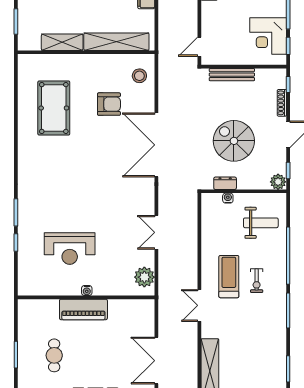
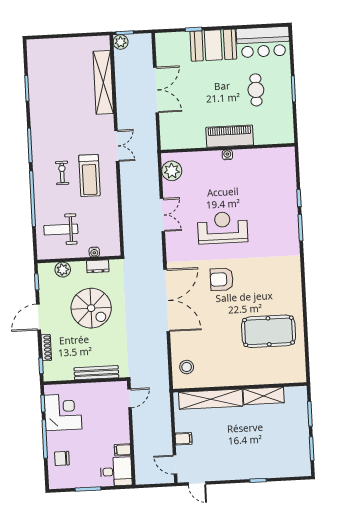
armchair: (109, 104) -> (222, 279), moved
pool table: (54, 108) -> (269, 331), turned 90
plant: (278, 182) -> (63, 270), moved
reception desk: (70, 249) -> (223, 228), moved

